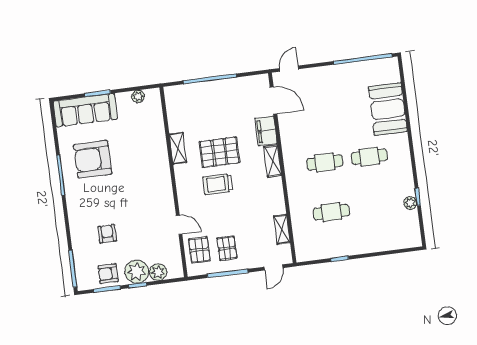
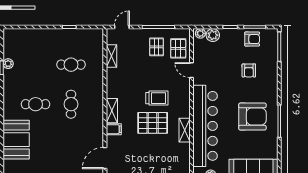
door: (273, 100) -> (105, 158), hinge flipped
filing cabinet: (266, 131) -> (114, 129), width x0.50
bar counter: (153, 157) -> (205, 126), added
armchair: (93, 159) -> (252, 117), moved
cafe table: (325, 162) -> (71, 104), turned 90
plant: (137, 272) -> (200, 33), moved, width x0.53, depth x0.53

